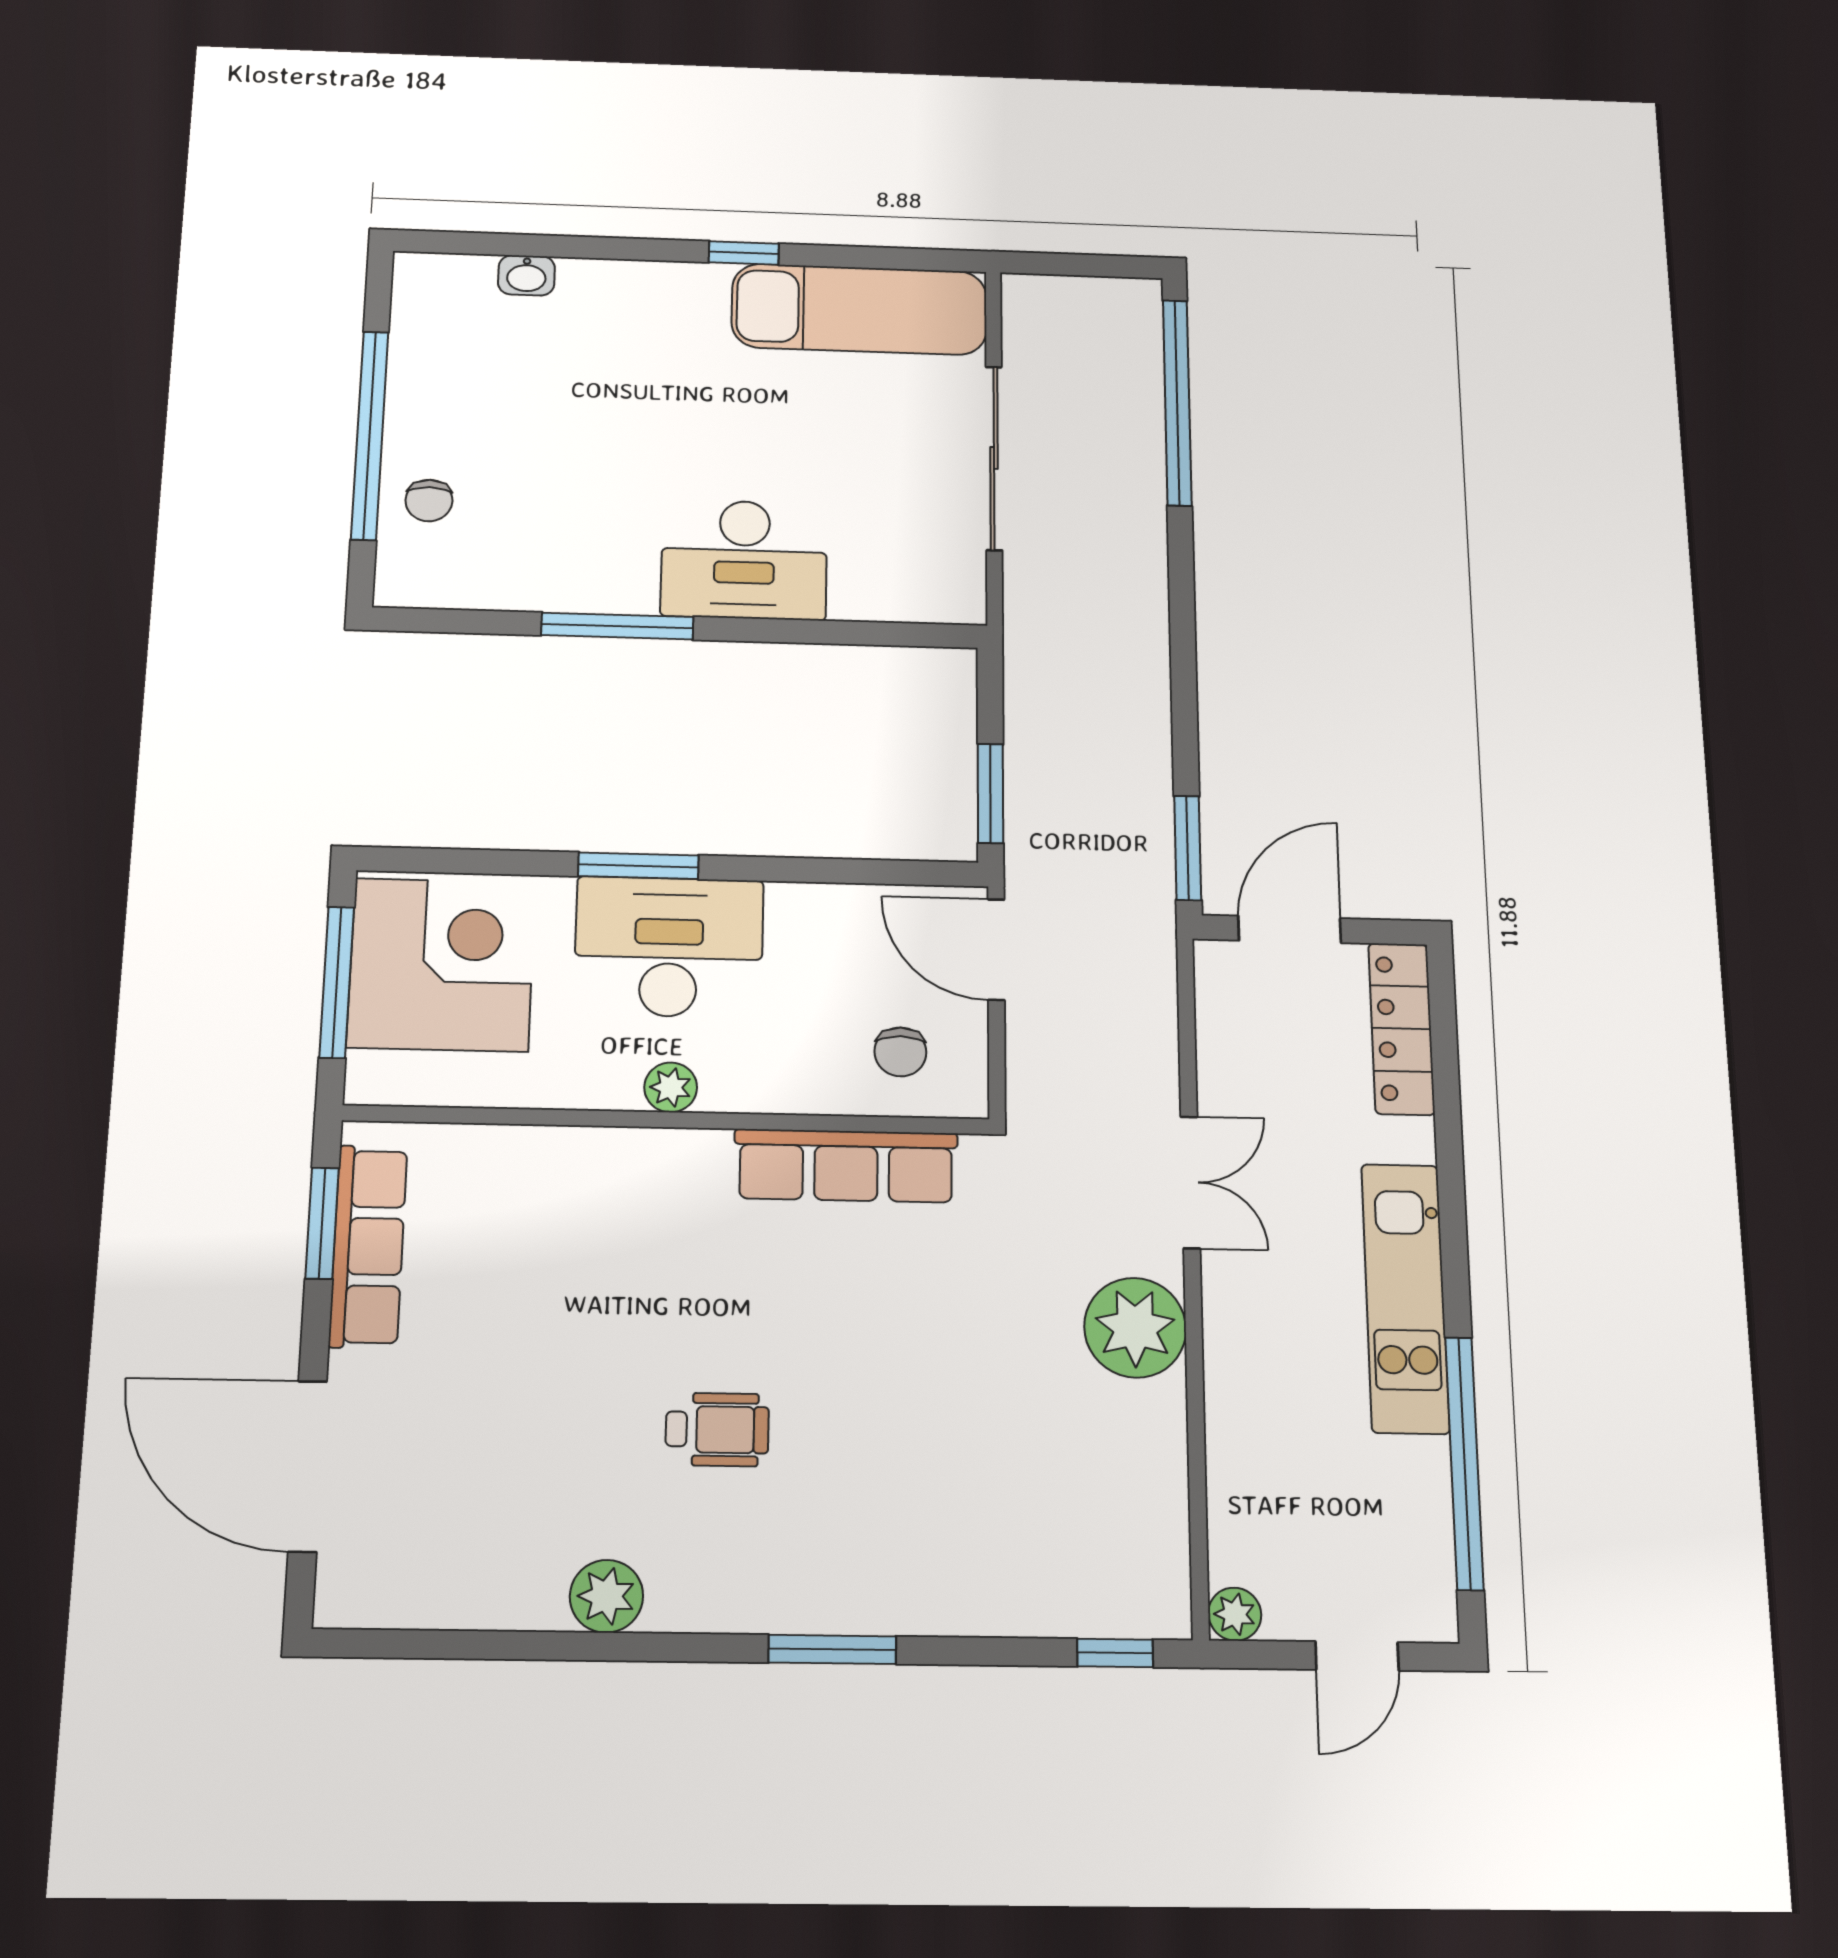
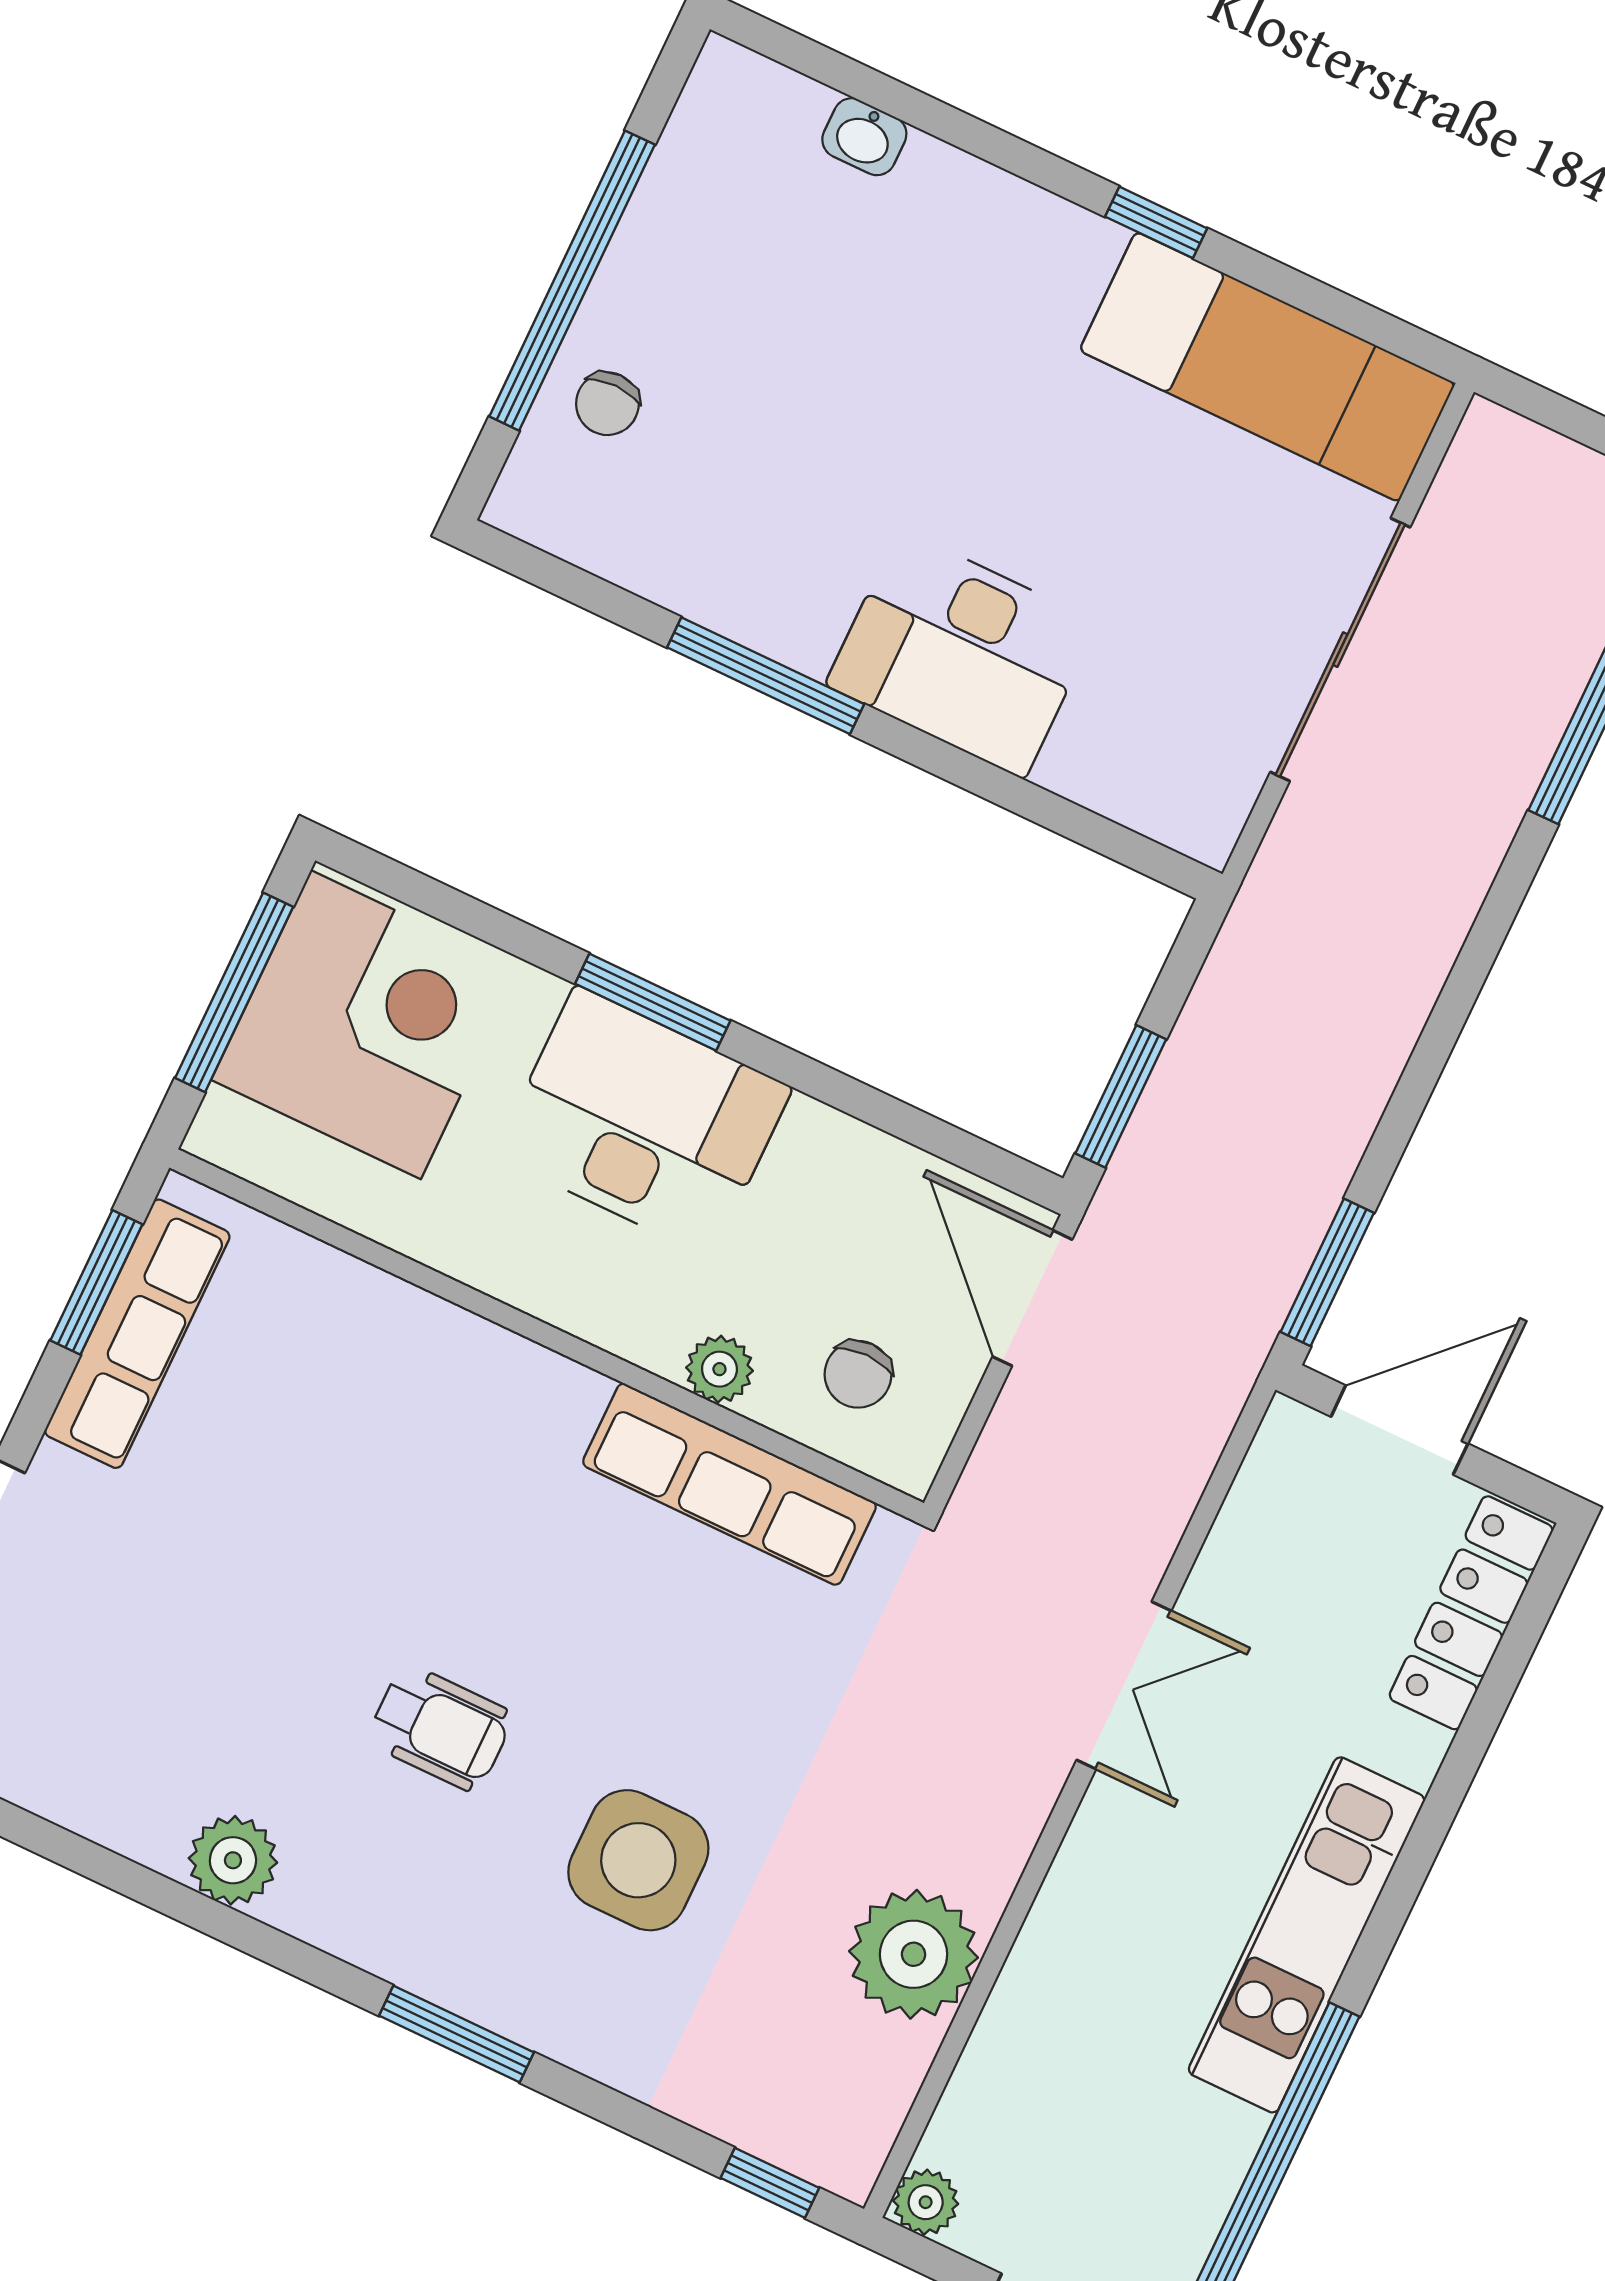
plant: (671, 1087) -> (719, 1369), moved
plant: (1135, 1328) -> (914, 1954), moved
side table: (906, 1460) -> (638, 1860), added

